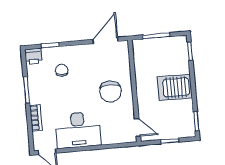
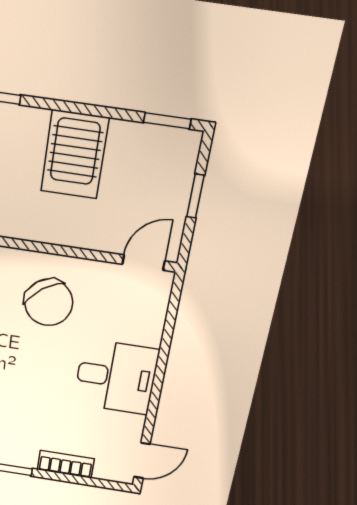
chair: (110, 92) -> (49, 302), turned 54
desk: (78, 130) -> (116, 377), width x0.73

